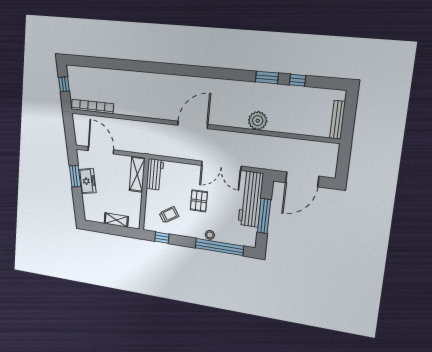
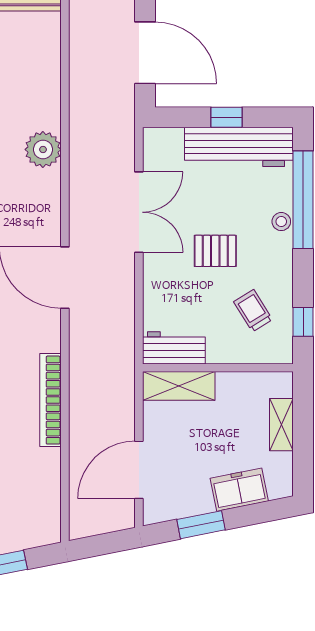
bookcase: (92, 107) -> (51, 400), moved
freezer: (87, 181) -> (239, 490), moved
workbench: (251, 199) -> (239, 147), moved
window: (264, 216) -> (226, 117), width x0.46

